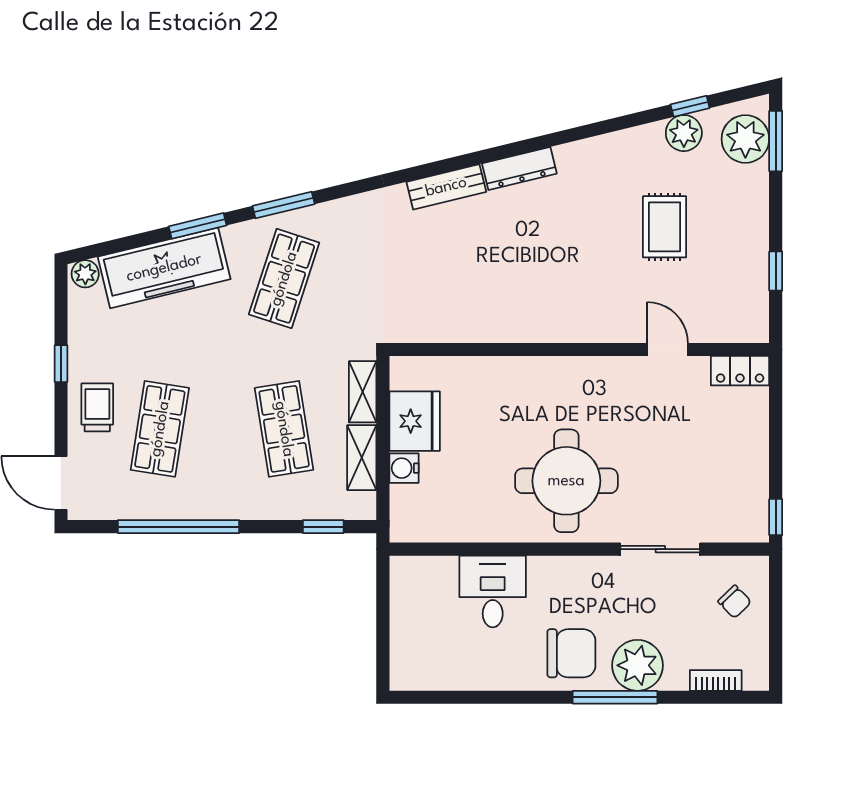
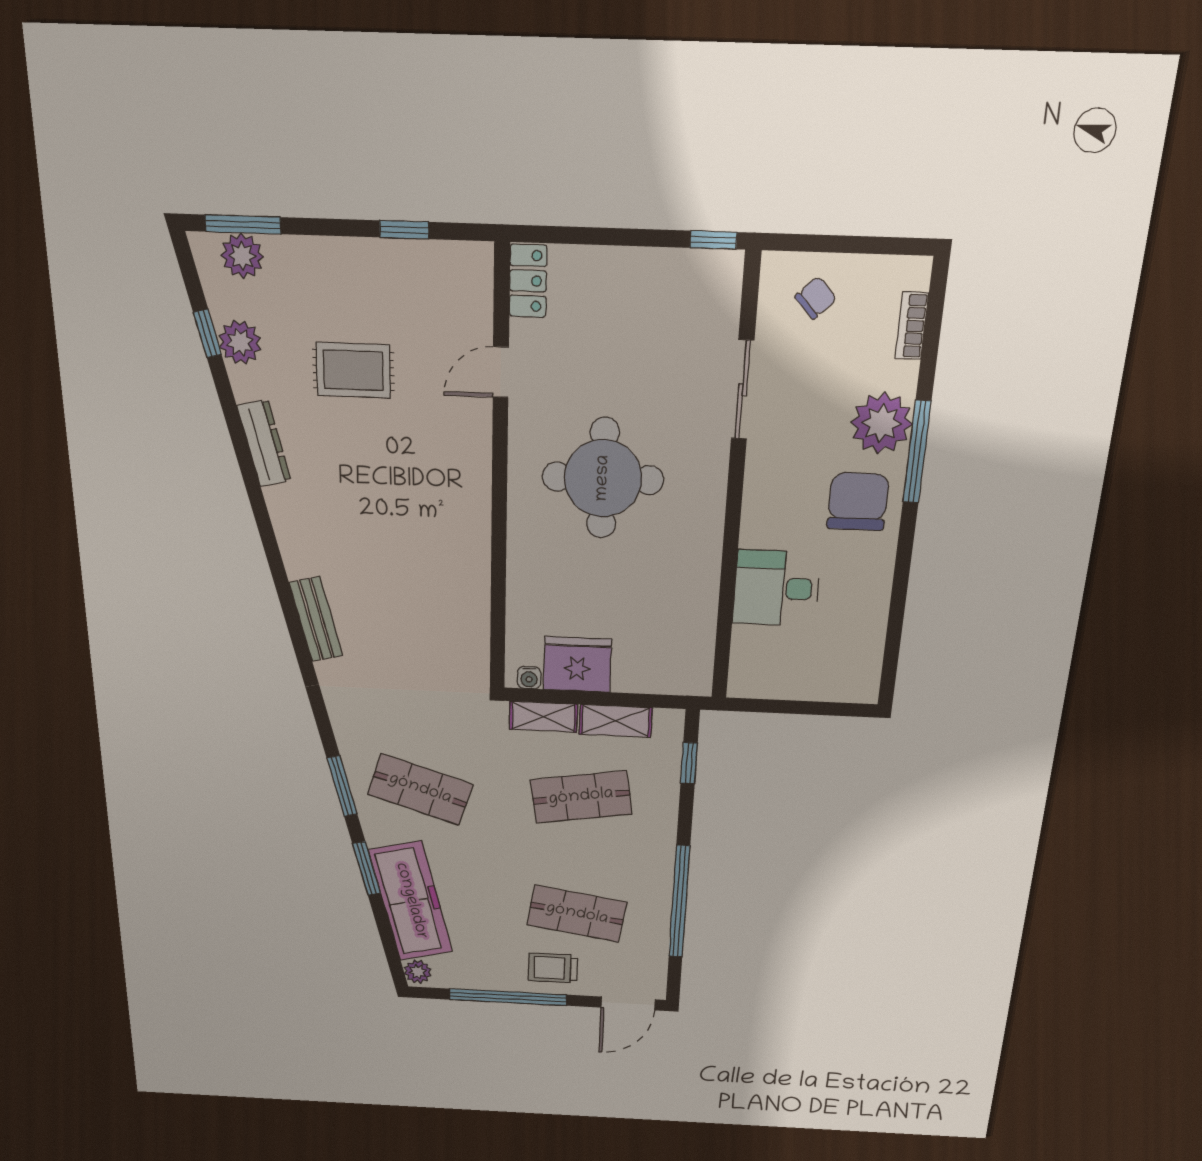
plant: (745, 139) -> (242, 256), width x0.73, depth x0.73
dresser: (519, 168) -> (264, 443), moved
window: (61, 364) -> (508, 997), width x3.17
water cooler: (404, 468) -> (529, 678), moved, width x0.72, depth x0.72
round table: (566, 481) -> (603, 478), moved

